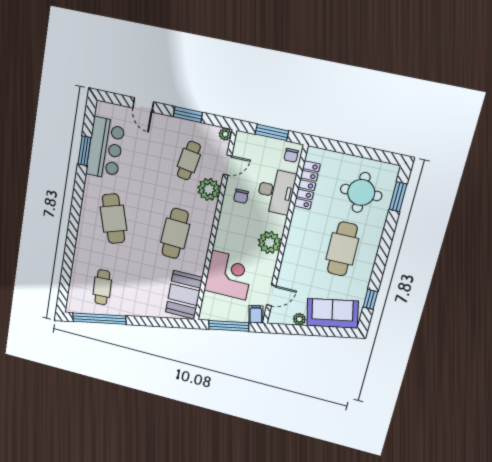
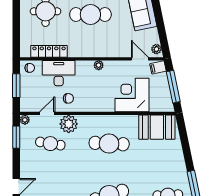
window: (188, 114) -> (16, 137), moved
door: (227, 165) -> (47, 113), hinge flipped
plant: (269, 242) -> (99, 65), width x0.53, depth x0.53
plant: (299, 319) -> (156, 49), moved

